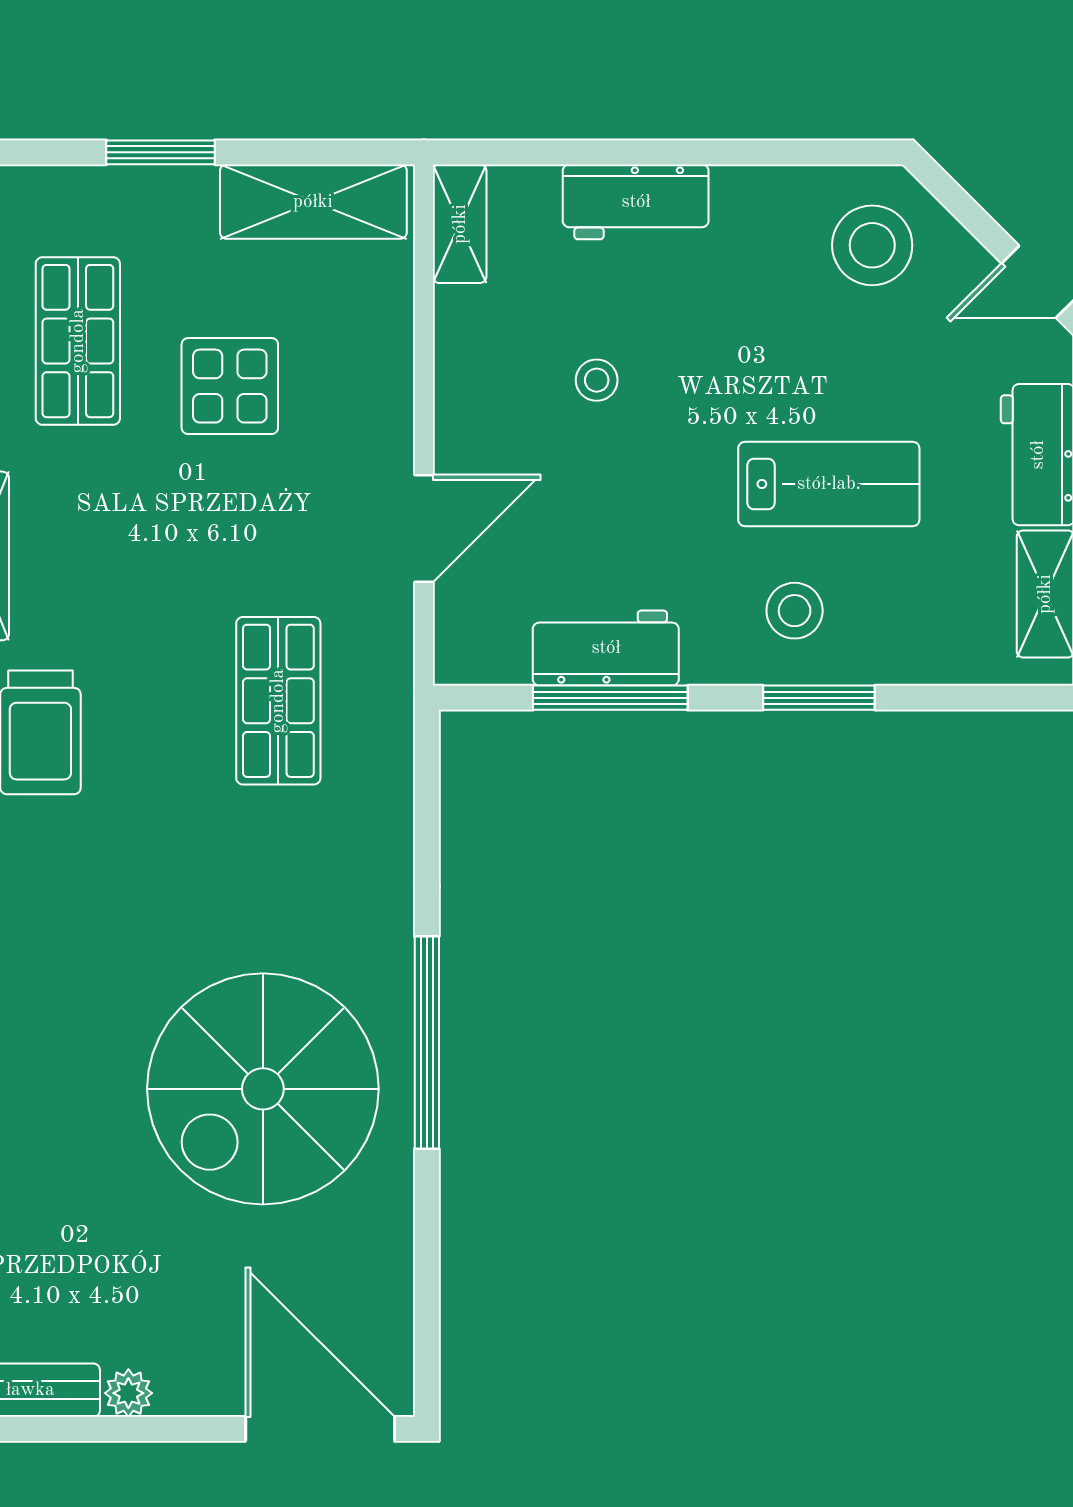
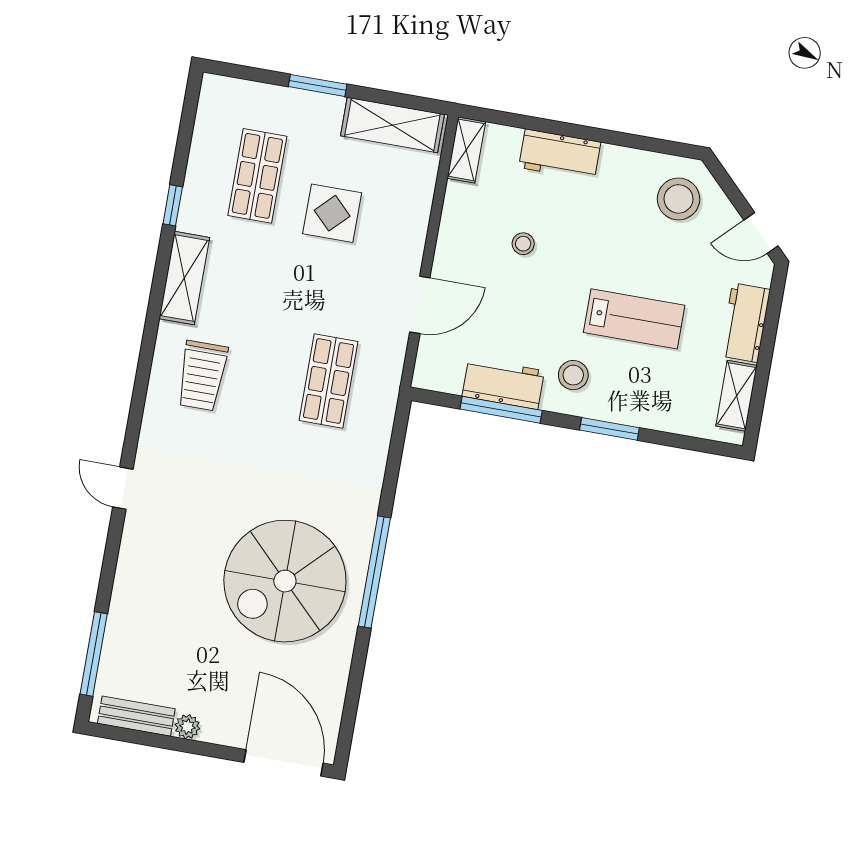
stool: (795, 611) -> (573, 375), moved

